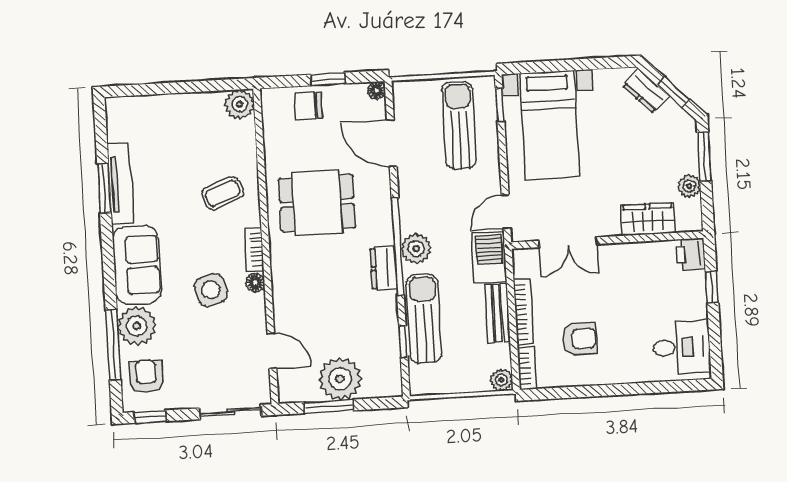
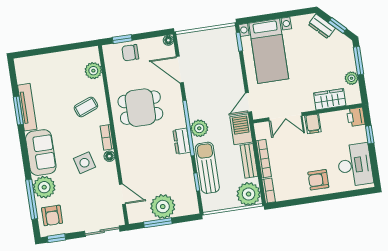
window: (328, 79) -> (122, 39), moved
plant: (240, 104) -> (93, 71), moved
sun lounger: (459, 125) -> (217, 56), removed
filing cabinet: (615, 259) -> (313, 124), added
armchair: (579, 339) -> (318, 180), moved, turned 180
desk: (682, 347) -> (355, 165), width x1.37
armchair: (146, 376) -> (52, 215), turned 180
plant: (502, 380) -> (249, 194), width x1.87, depth x1.87

